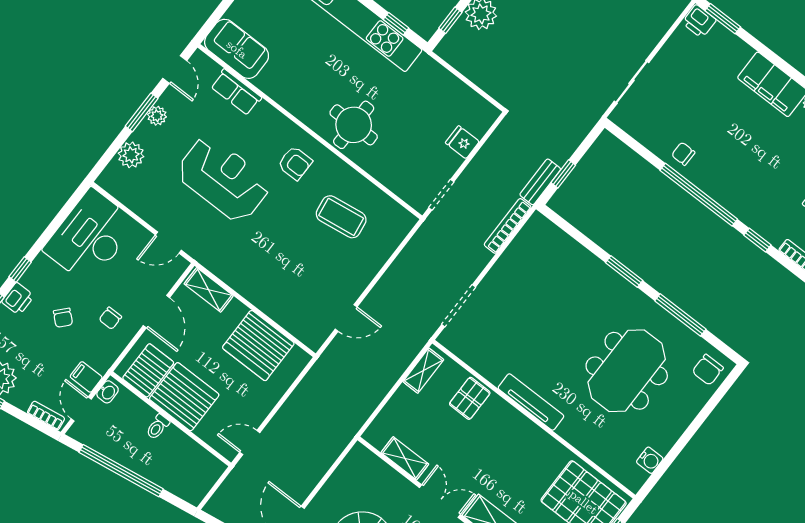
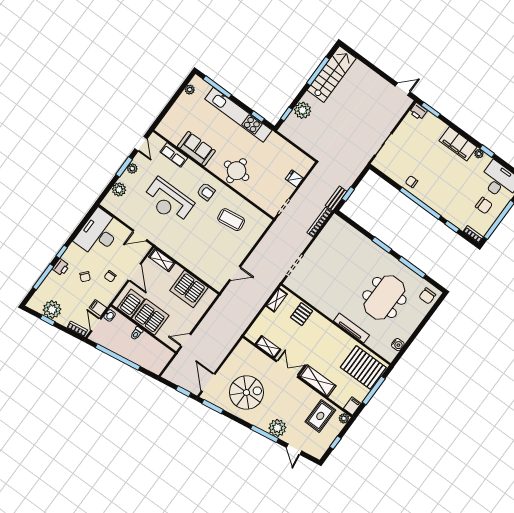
sofa: (237, 49) -> (196, 149), moved
reception desk: (223, 179) -> (168, 201), turned 180
tv unit: (531, 402) -> (352, 328), moved

